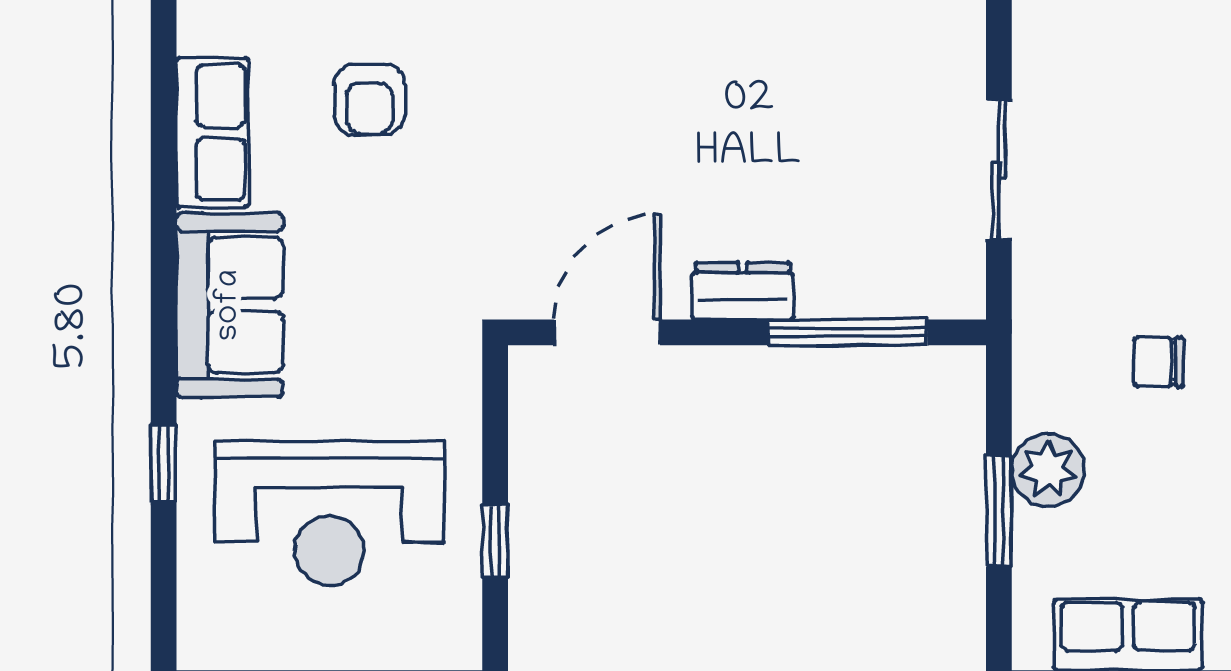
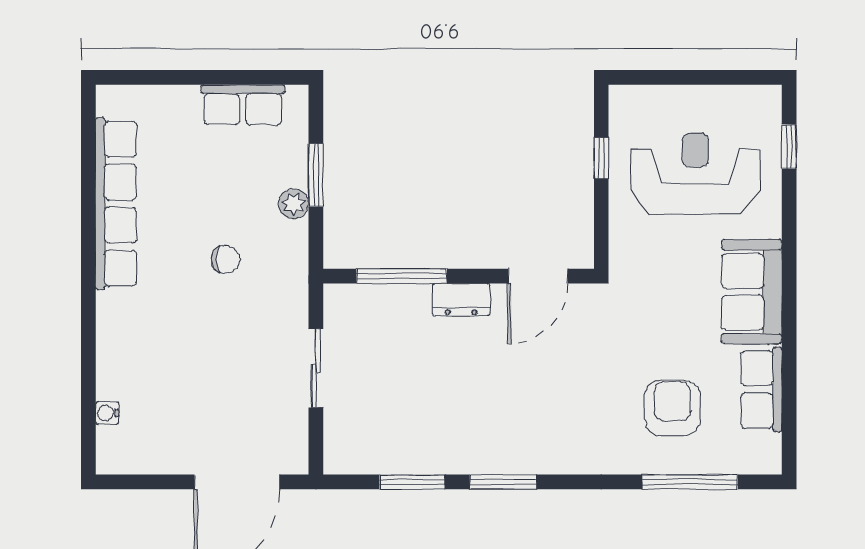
armchair: (369, 100) -> (672, 408), width x1.38, depth x1.38
window: (164, 463) -> (789, 147), moved
plant: (1048, 470) -> (294, 204), width x0.73, depth x0.73

